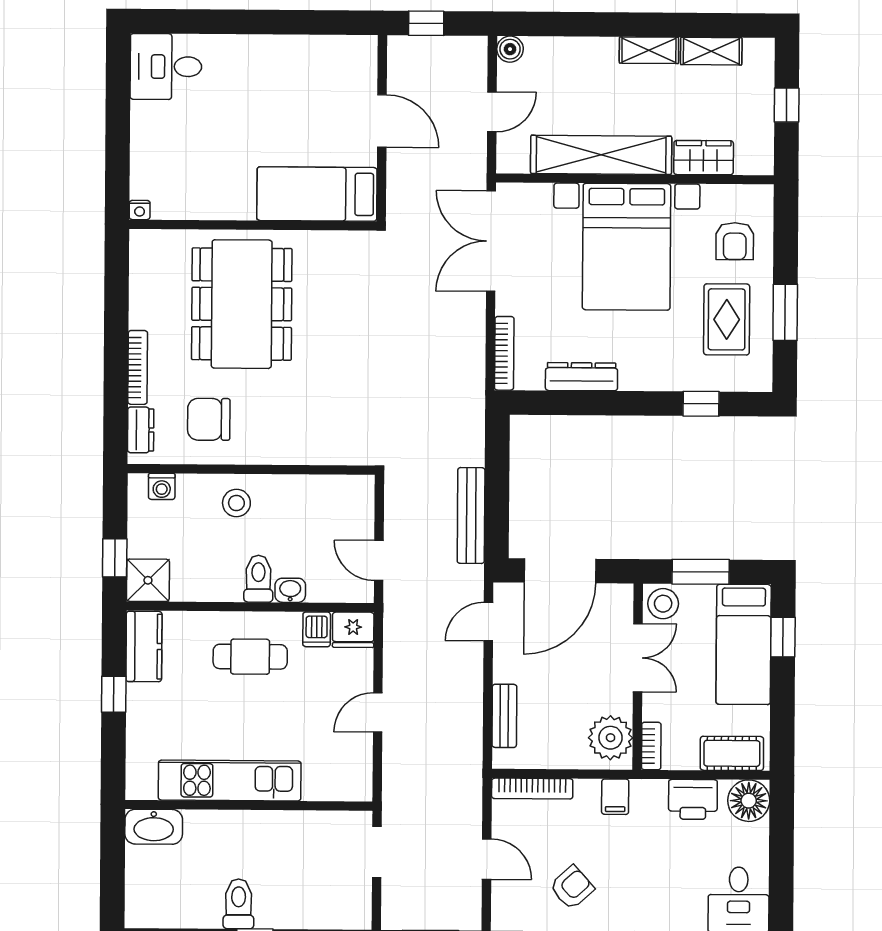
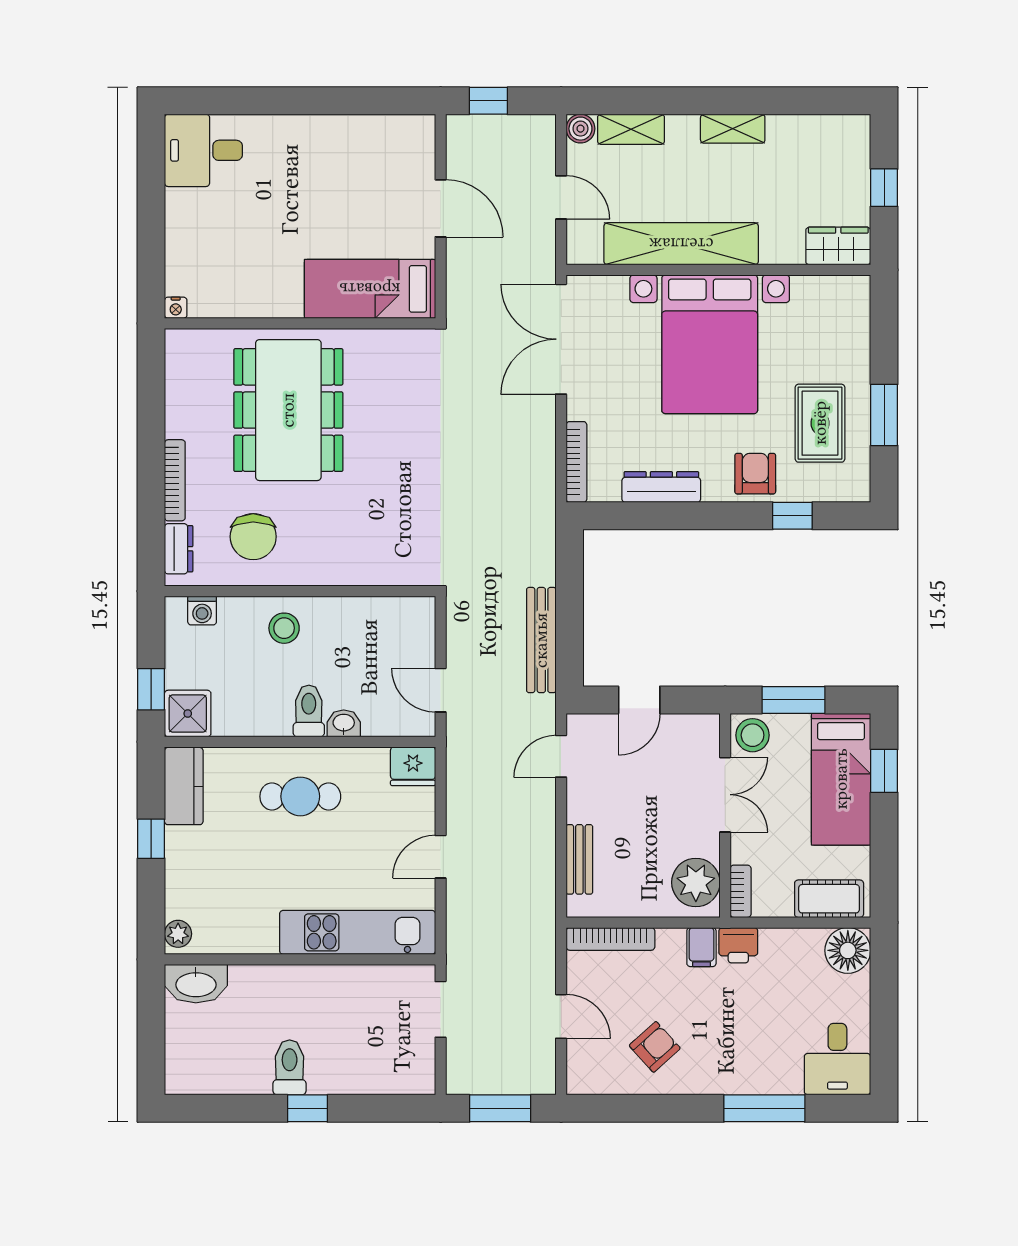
shelving: (711, 51) -> (631, 129), moved
door: (492, 112) -> (561, 197), hinge flipped
wardrobe: (704, 158) -> (838, 246), moved
armchair: (735, 241) -> (755, 474), moved, turned 180
chair: (209, 419) -> (253, 537), turned -90
door: (560, 571) -> (639, 700), width x0.53
dishwasher: (317, 629) -> (373, 766), removed
plant: (138, 781) -> (178, 934), added
kitchen unit: (230, 781) -> (358, 932), moved
printer: (693, 799) -> (738, 945), moved, width x0.73, depth x0.81

